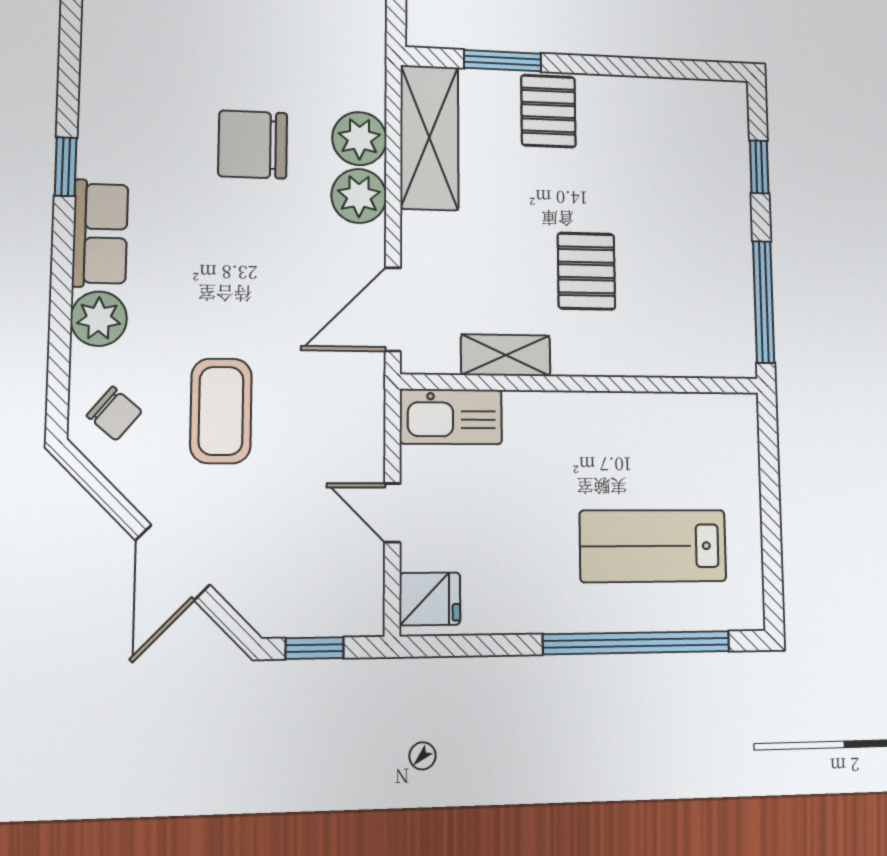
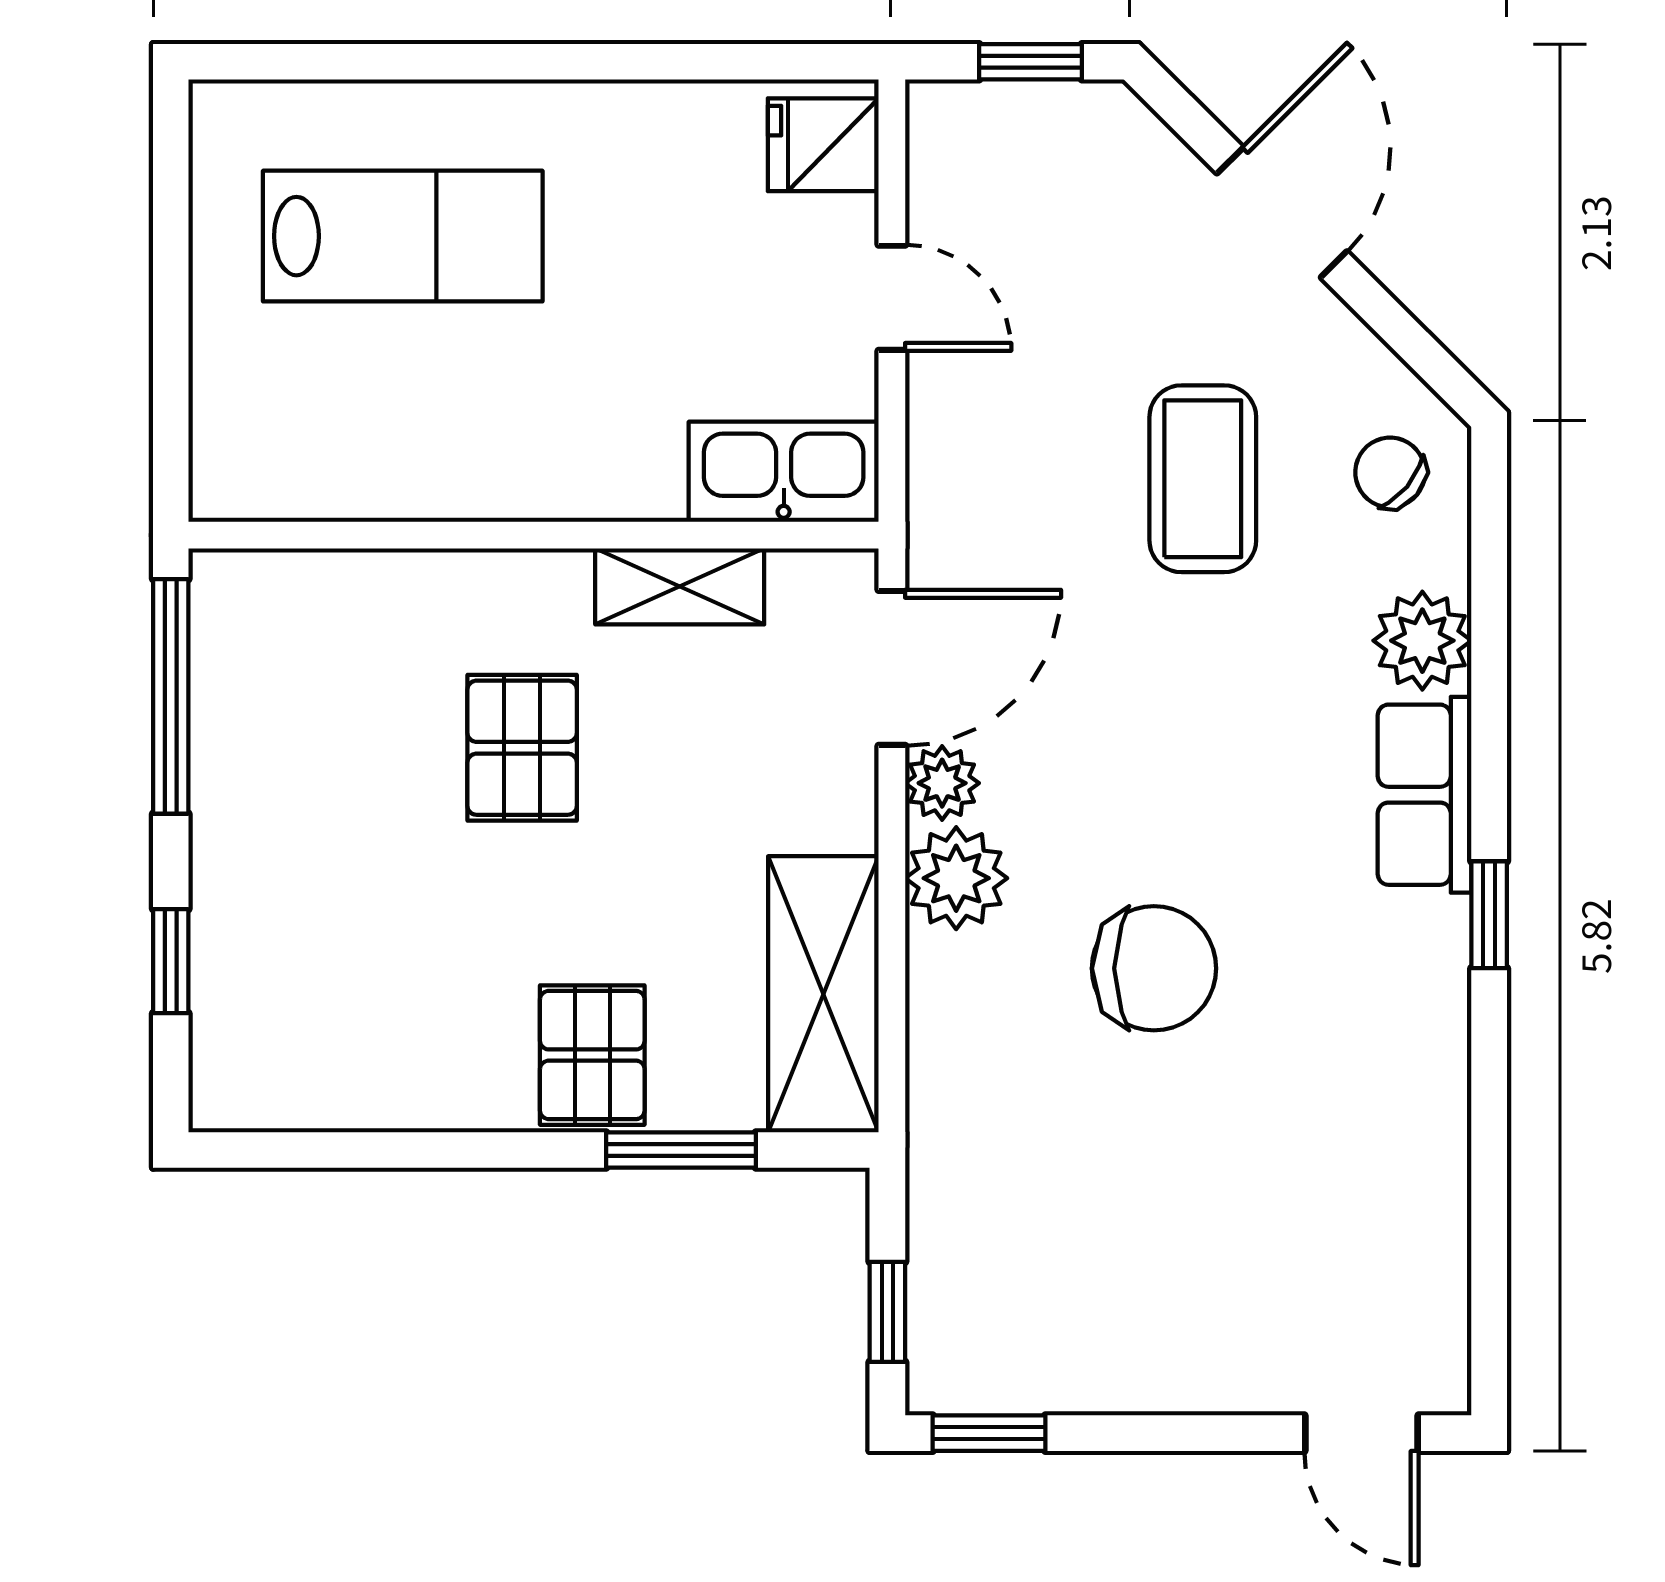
plant: (359, 139) -> (942, 783), moved, width x0.73, depth x0.73
window: (637, 643) -> (438, 62), removed

